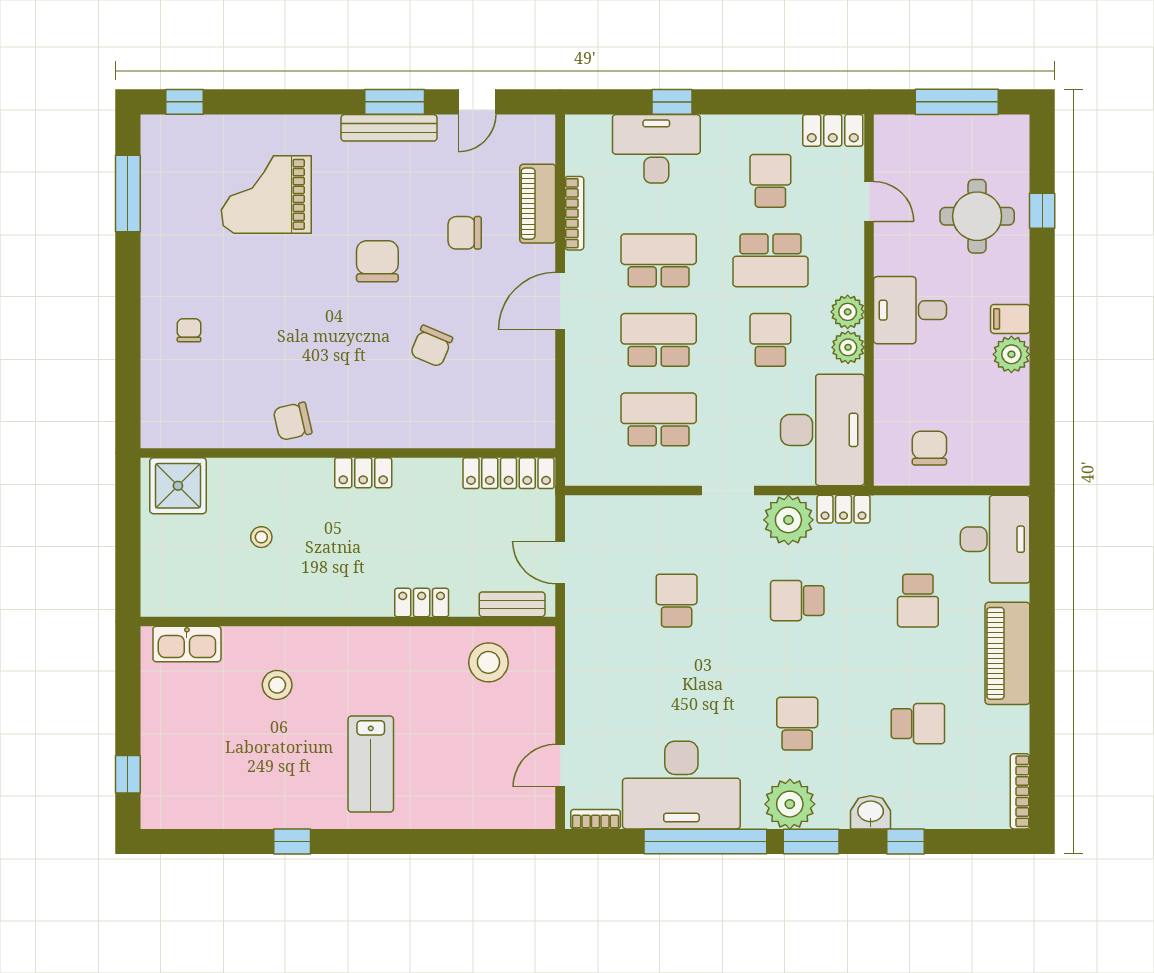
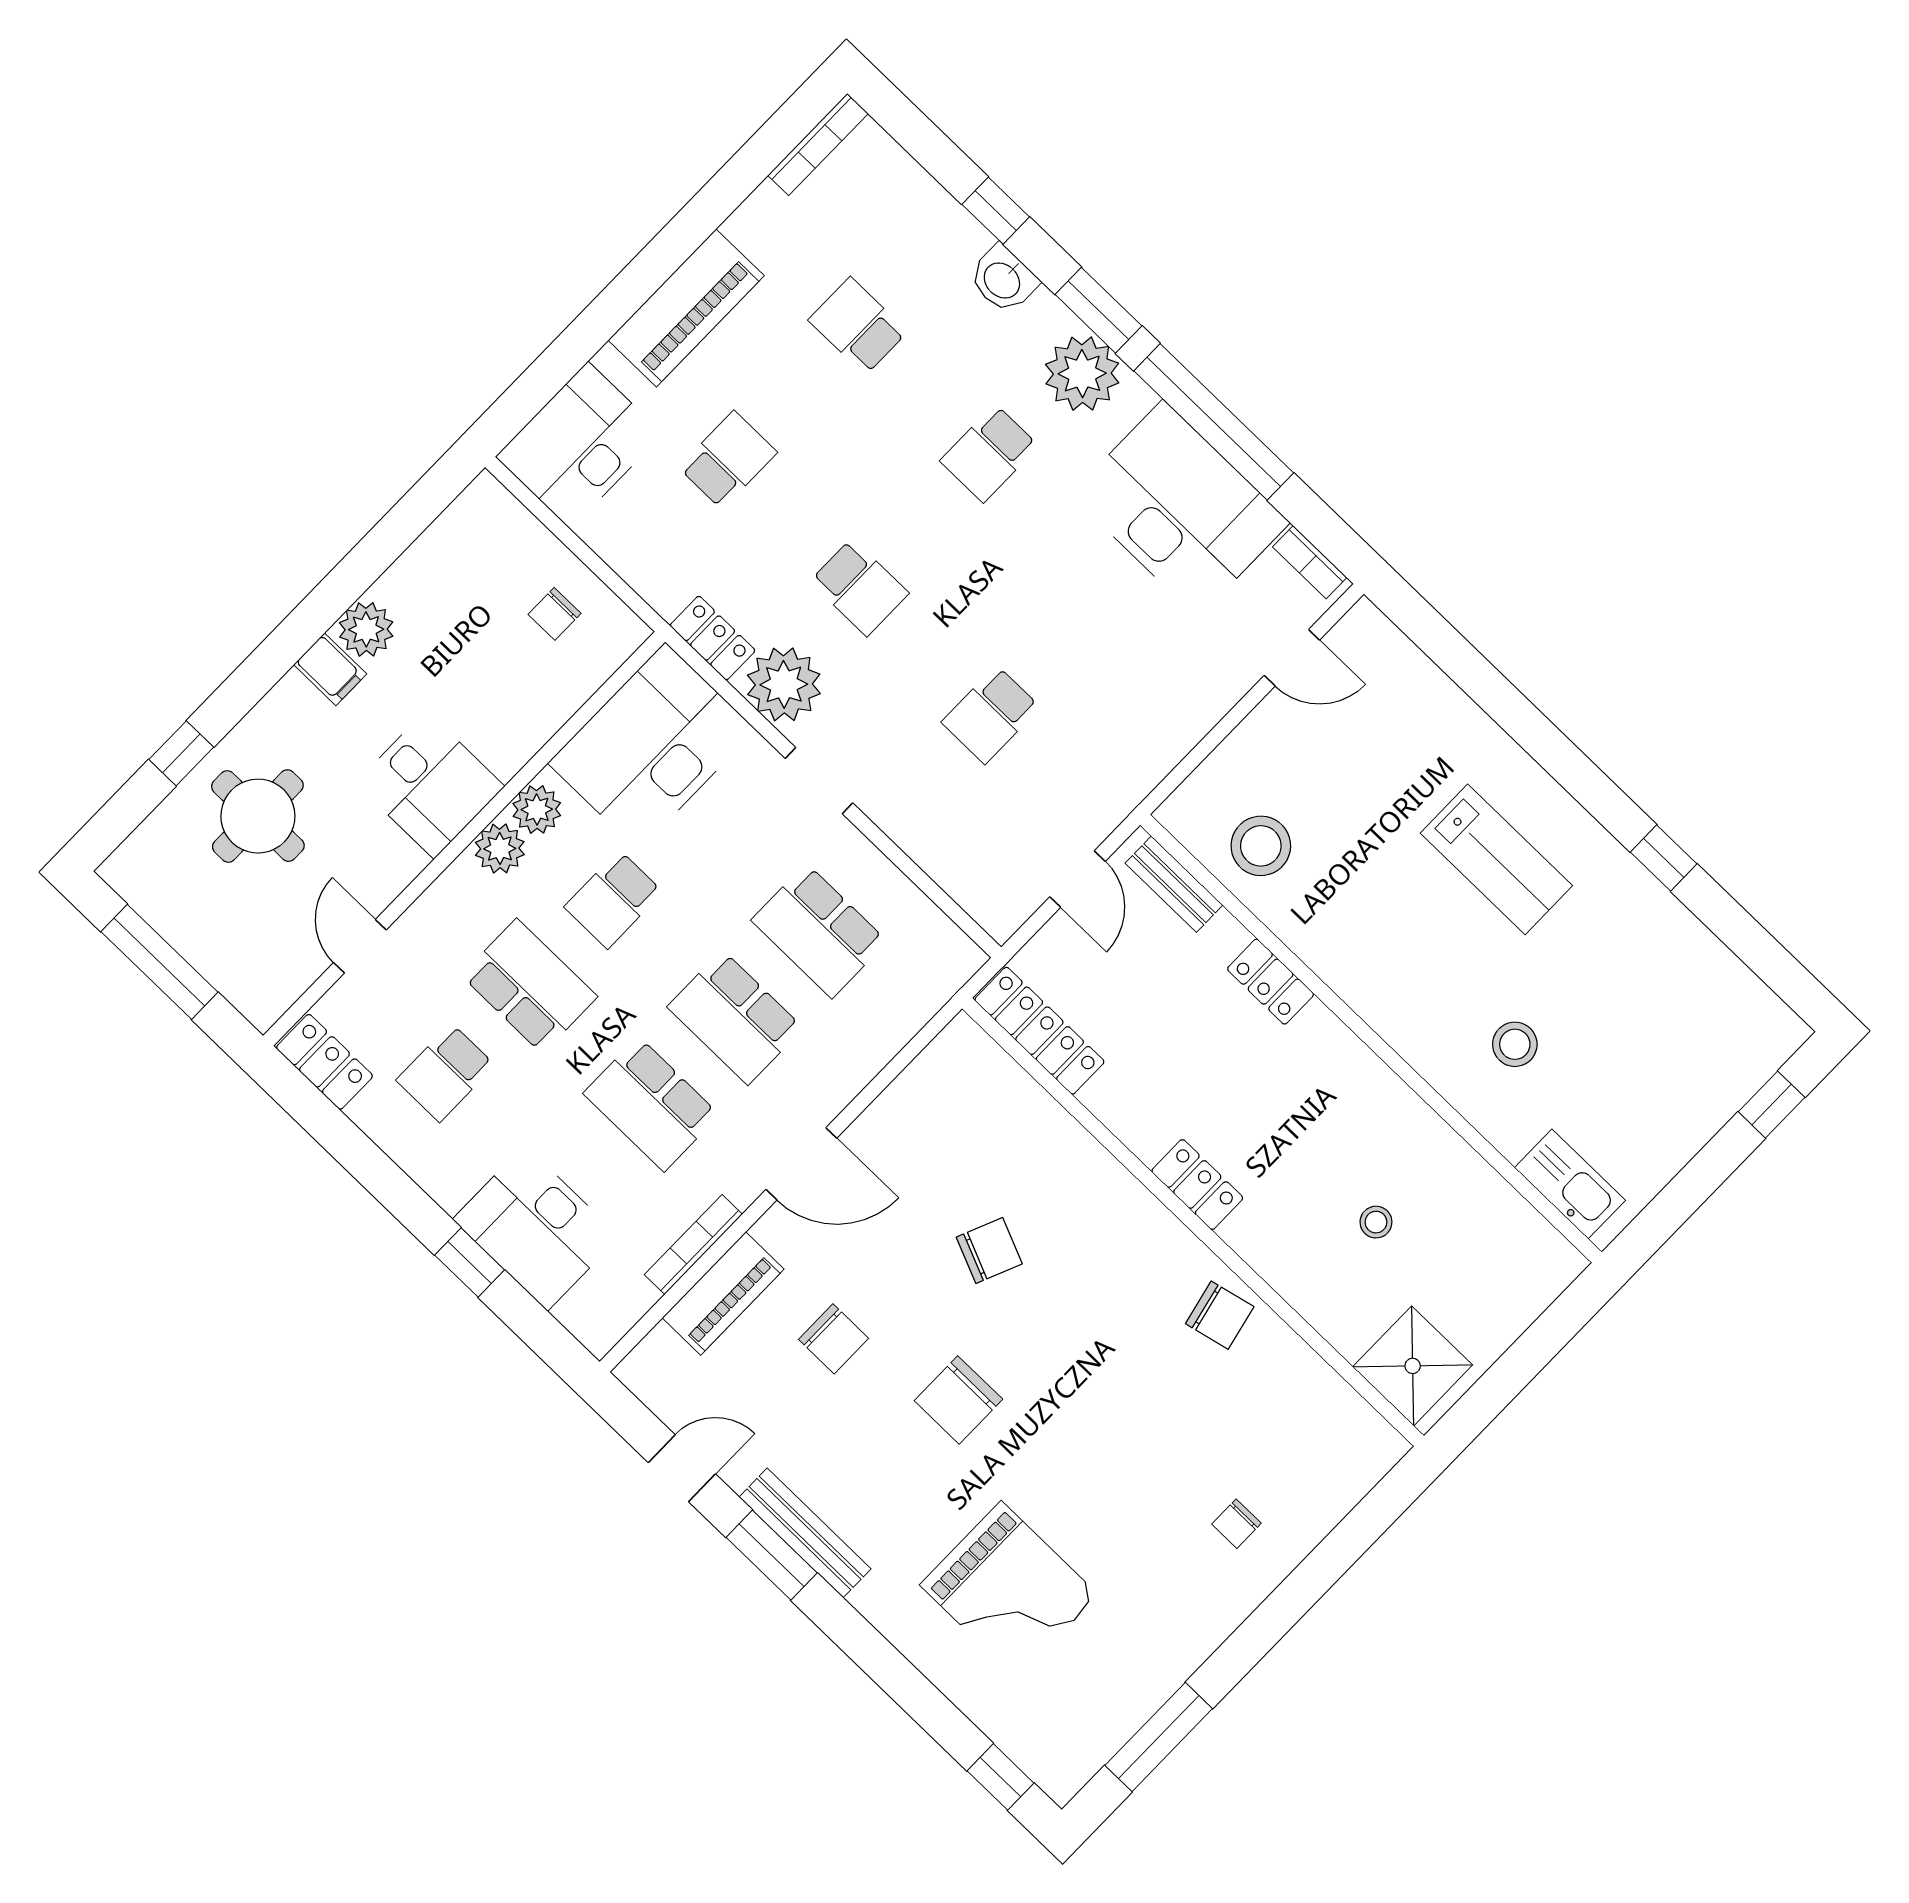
chair: (929, 448) -> (554, 614), width x0.73, depth x0.73
lab bench: (371, 764) -> (1496, 859), turned 90

